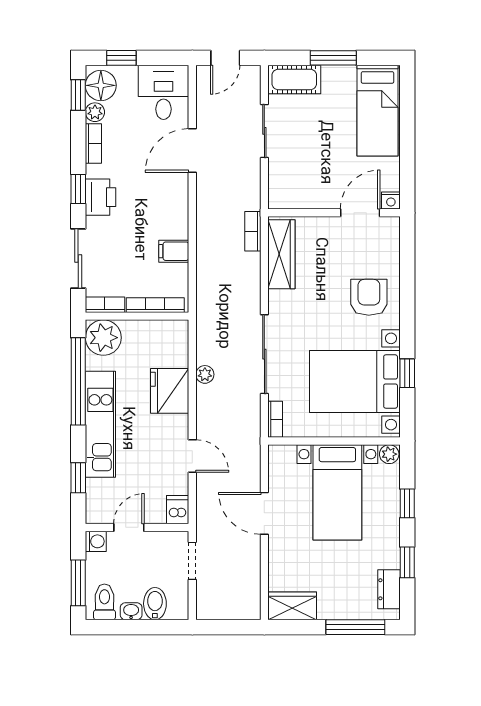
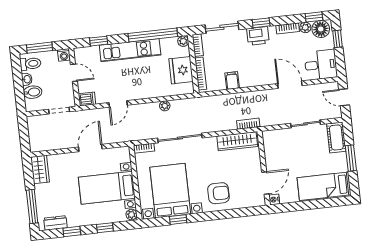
door: (360, 213) -> (265, 183), hinge flipped
plant: (103, 338) -> (183, 41), width x0.53, depth x0.53
fridge: (170, 391) -> (181, 70), moved, turned -90

